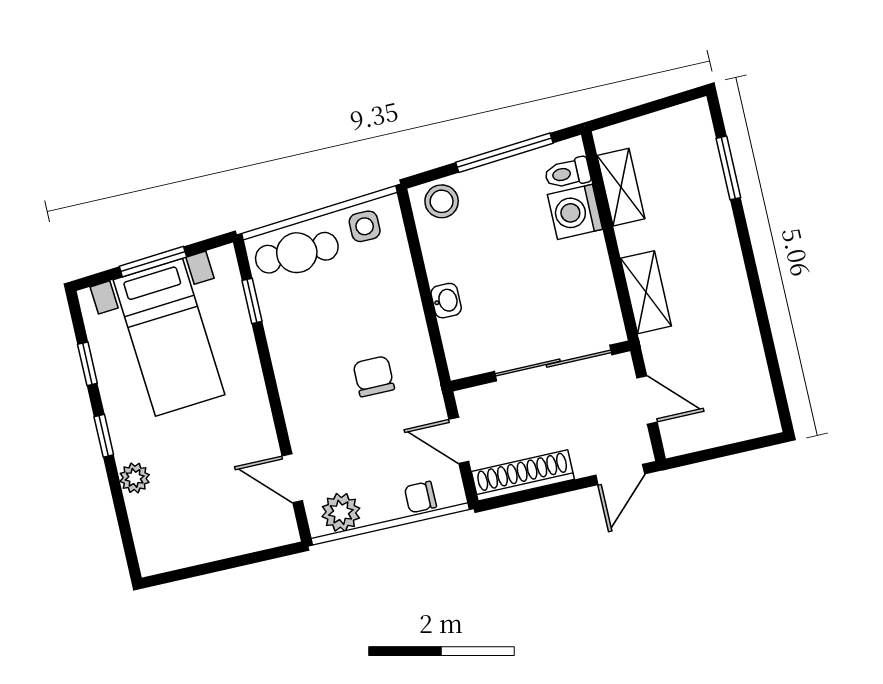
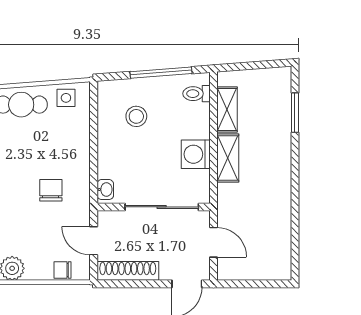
stool: (442, 201) -> (136, 116), moved
washing machine: (575, 212) -> (196, 154), moved
shelving: (646, 292) -> (228, 158), moved
washbasin: (446, 301) -> (105, 190), moved

